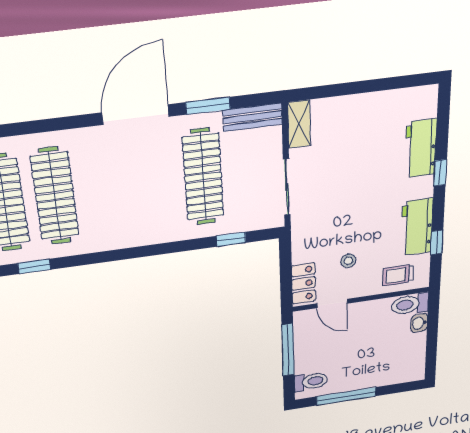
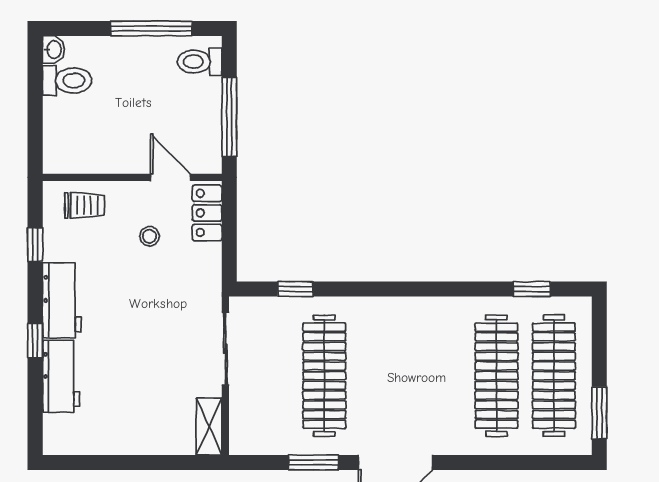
bench: (253, 117) -> (263, 442), removed
workbench: (417, 227) -> (62, 300), moved
toilet: (410, 304) -> (67, 81), moved
washbasin: (419, 323) -> (54, 50), moved

